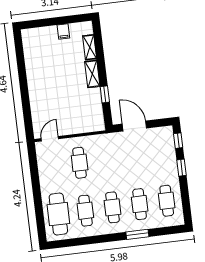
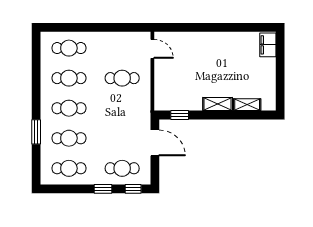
filing cabinet: (63, 32) -> (268, 45), moved, width x2.00
window: (105, 94) -> (180, 115), moved
door: (134, 126) -> (155, 143), hinge flipped
cafe table: (161, 153) -> (122, 168), added
cafe table: (58, 214) -> (69, 48), width x0.73, depth x0.74

